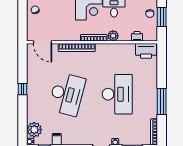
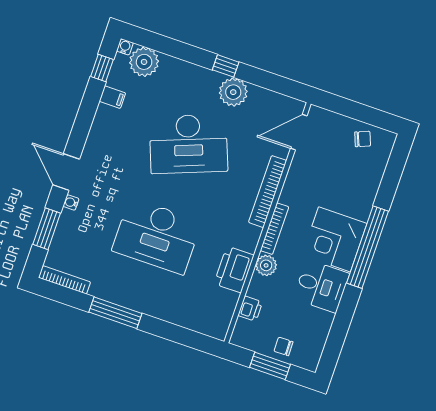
printer: (146, 51) -> (234, 269), moved
plant: (34, 81) -> (233, 92), added
desk: (67, 94) -> (188, 144), turned -36

